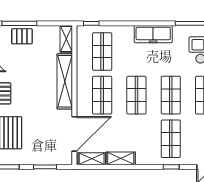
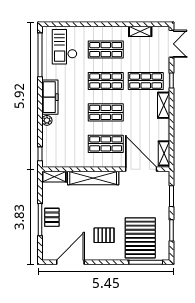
plant: (128, 31) -> (47, 120), added
shop shelf: (102, 51) -> (66, 144), removed
shelving: (121, 158) -> (164, 105), moved

